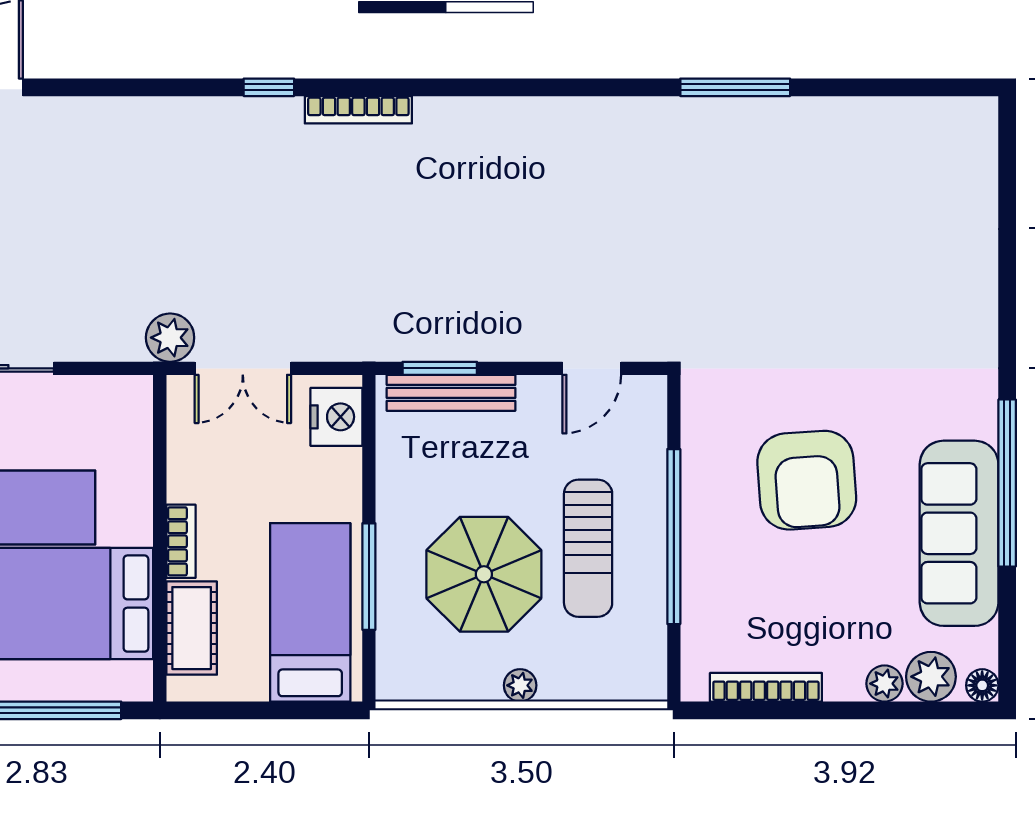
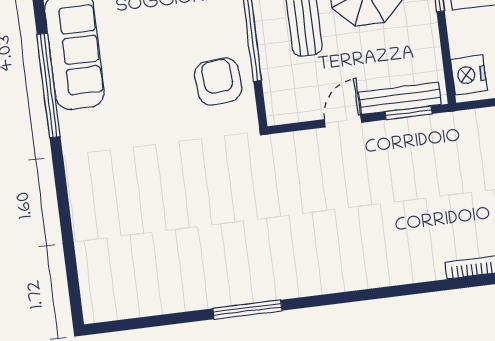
door: (592, 368) -> (343, 121), moved
armchair: (807, 480) -> (218, 81), moved, width x0.73, depth x0.73

